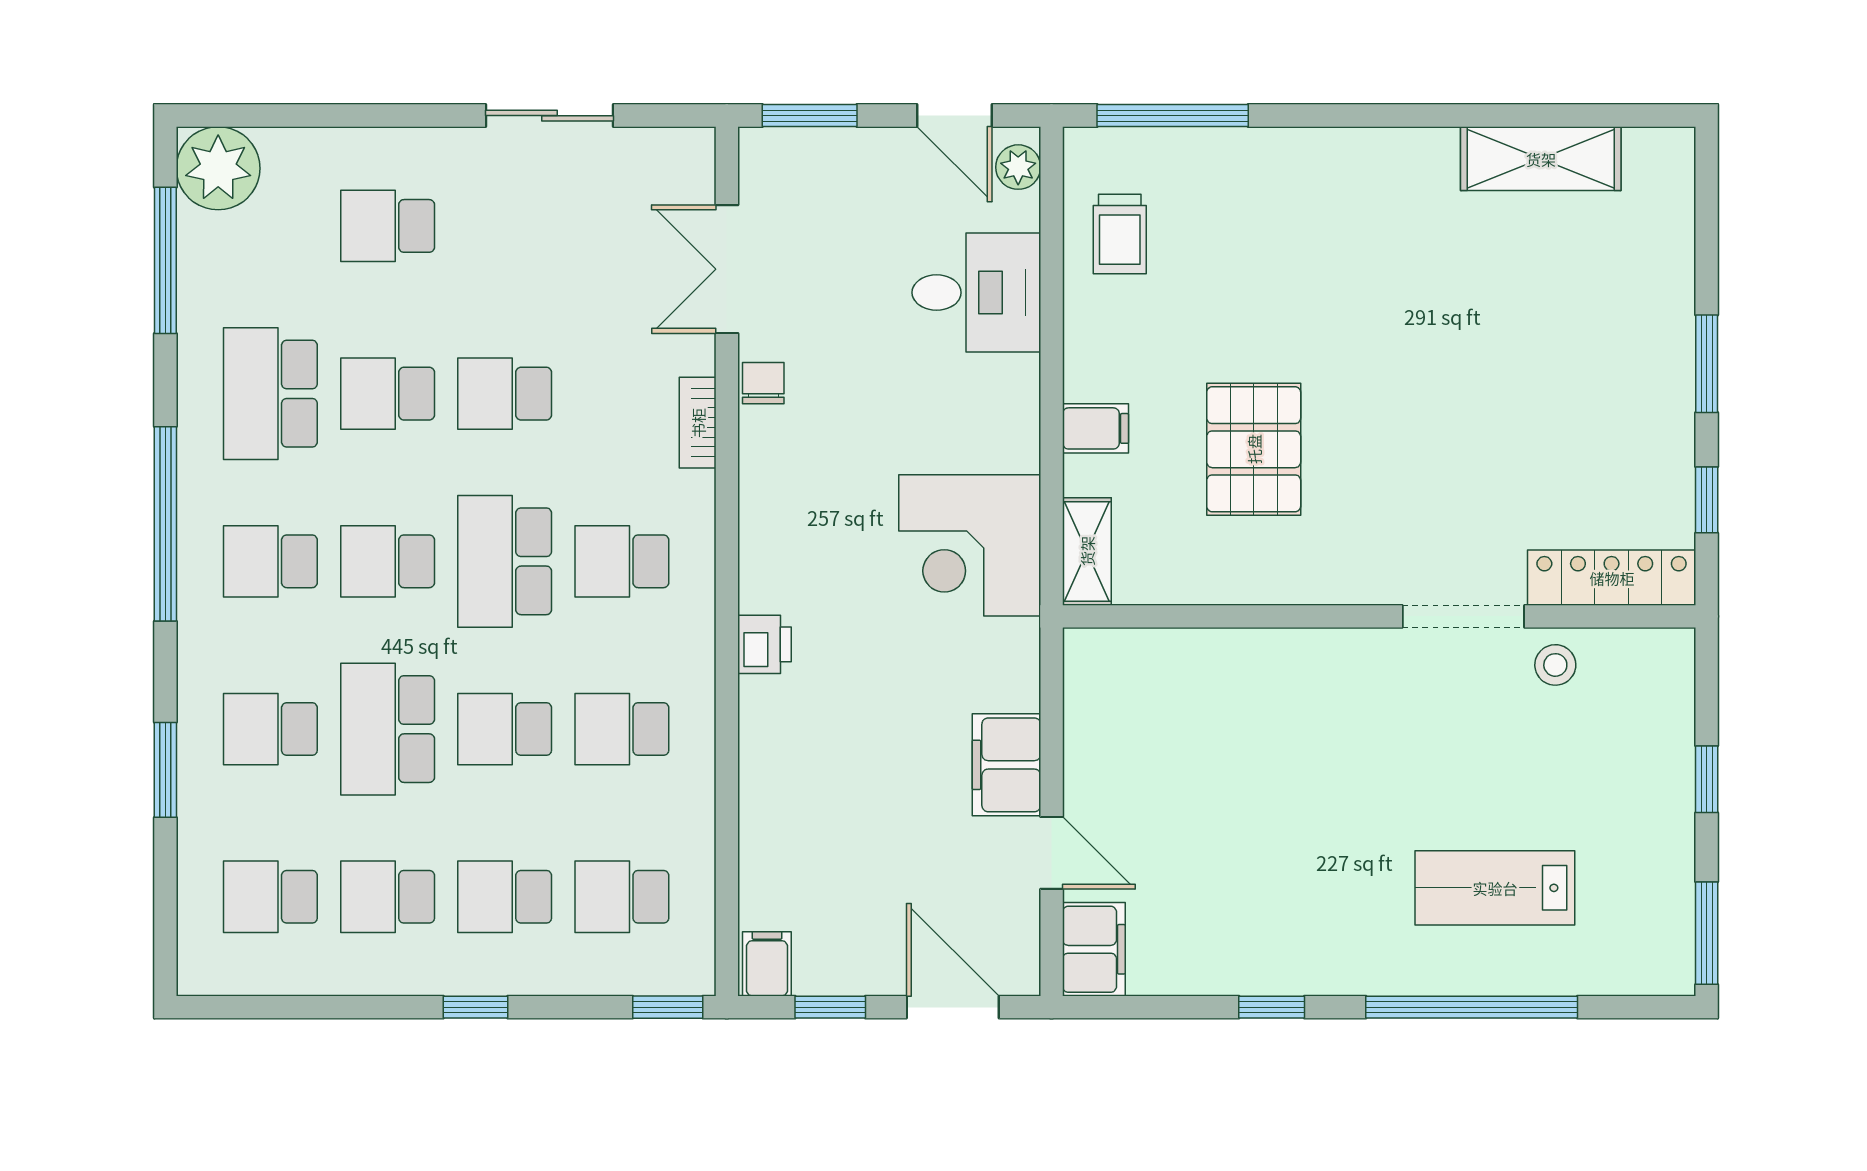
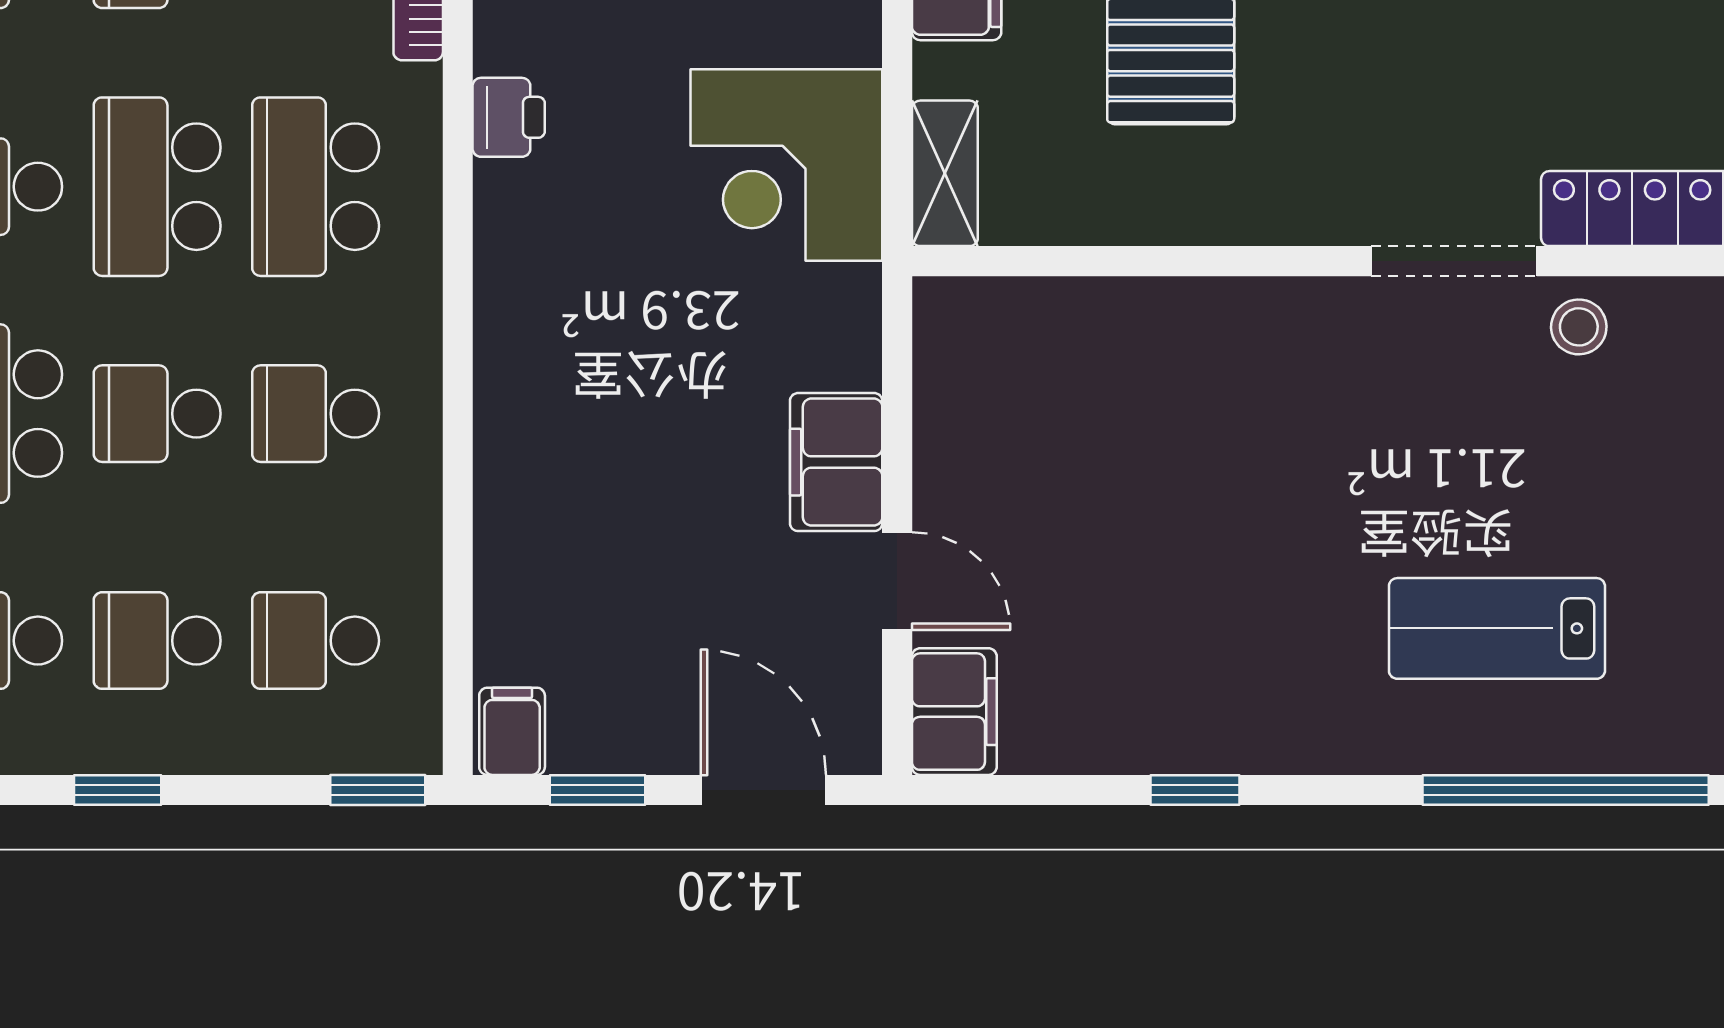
school desk: (622, 561) -> (316, 187), width x1.85
printer: (764, 644) -> (509, 117), moved
window: (1472, 1007) -> (1566, 790), moved

